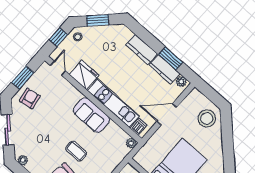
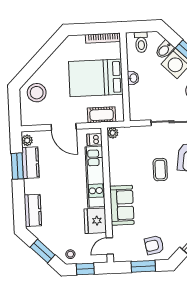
kitchen counter: (142, 49) -> (33, 210), moved
sofa: (91, 115) -> (122, 205), moved
cot: (150, 147) -> (102, 115), added

